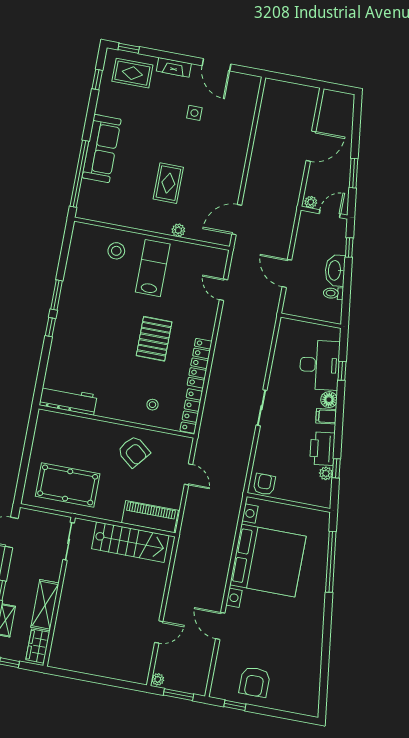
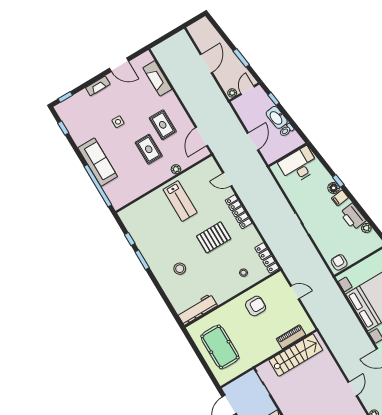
rug: (132, 73) -> (163, 125), moved, turned 90
side table: (194, 113) -> (118, 122), moved
fireplace: (245, 116) -> (157, 78), added
stool: (116, 251) -> (180, 269), moved
lab bench: (153, 268) -> (180, 201), turned 180
door: (287, 273) -> (253, 141), swing flipped
window: (50, 327) -> (130, 239), moved
pallet: (154, 339) -> (214, 237), turned 90
locker: (200, 363) -> (238, 212), moved
desk: (320, 365) -> (299, 165), moved, turned -83
window: (342, 371) -> (338, 181), moved
armchair: (134, 452) -> (256, 306), turned -39
window: (336, 468) -> (369, 221), removed
pool table: (68, 485) -> (220, 347), moved, turned 90
piano: (150, 517) -> (291, 337), width x0.73, depth x0.75

